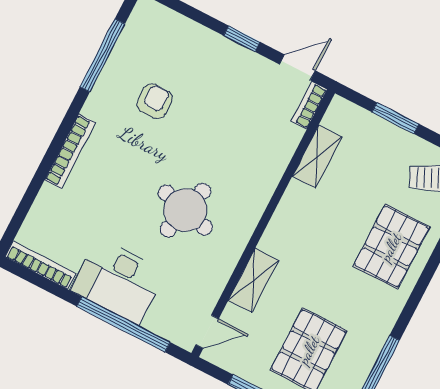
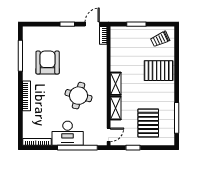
armchair: (155, 101) -> (48, 63), width x1.88, depth x1.88
shelving: (317, 157) -> (116, 84), moved
pallet: (391, 247) -> (159, 71), turned 90

